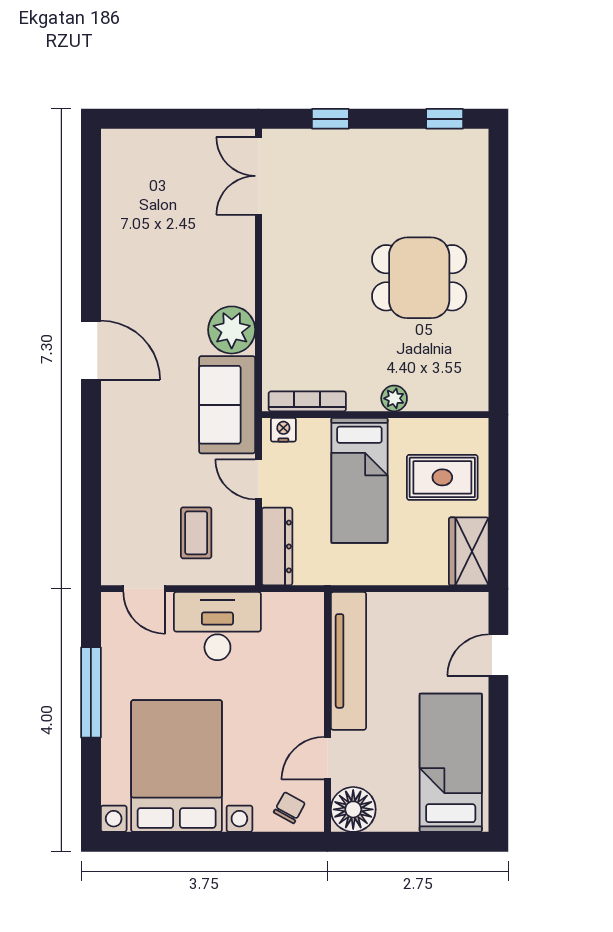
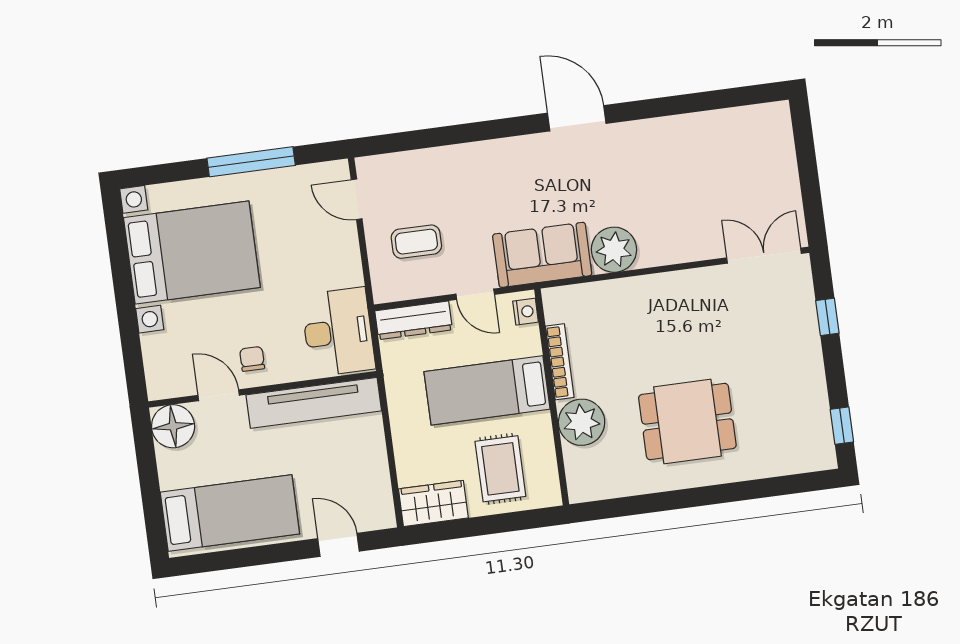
dining table: (419, 278) -> (687, 421), turned 90
door: (91, 350) -> (577, 118), swing flipped
plant: (394, 398) -> (582, 422), width x1.88, depth x1.88
bookcase: (307, 401) -> (560, 362), moved
door: (259, 479) -> (475, 294), swing flipped
door: (144, 589) -> (357, 199), hinge flipped
desk: (217, 626) -> (338, 332), moved
chair: (289, 808) -> (252, 359), moved, turned -119

